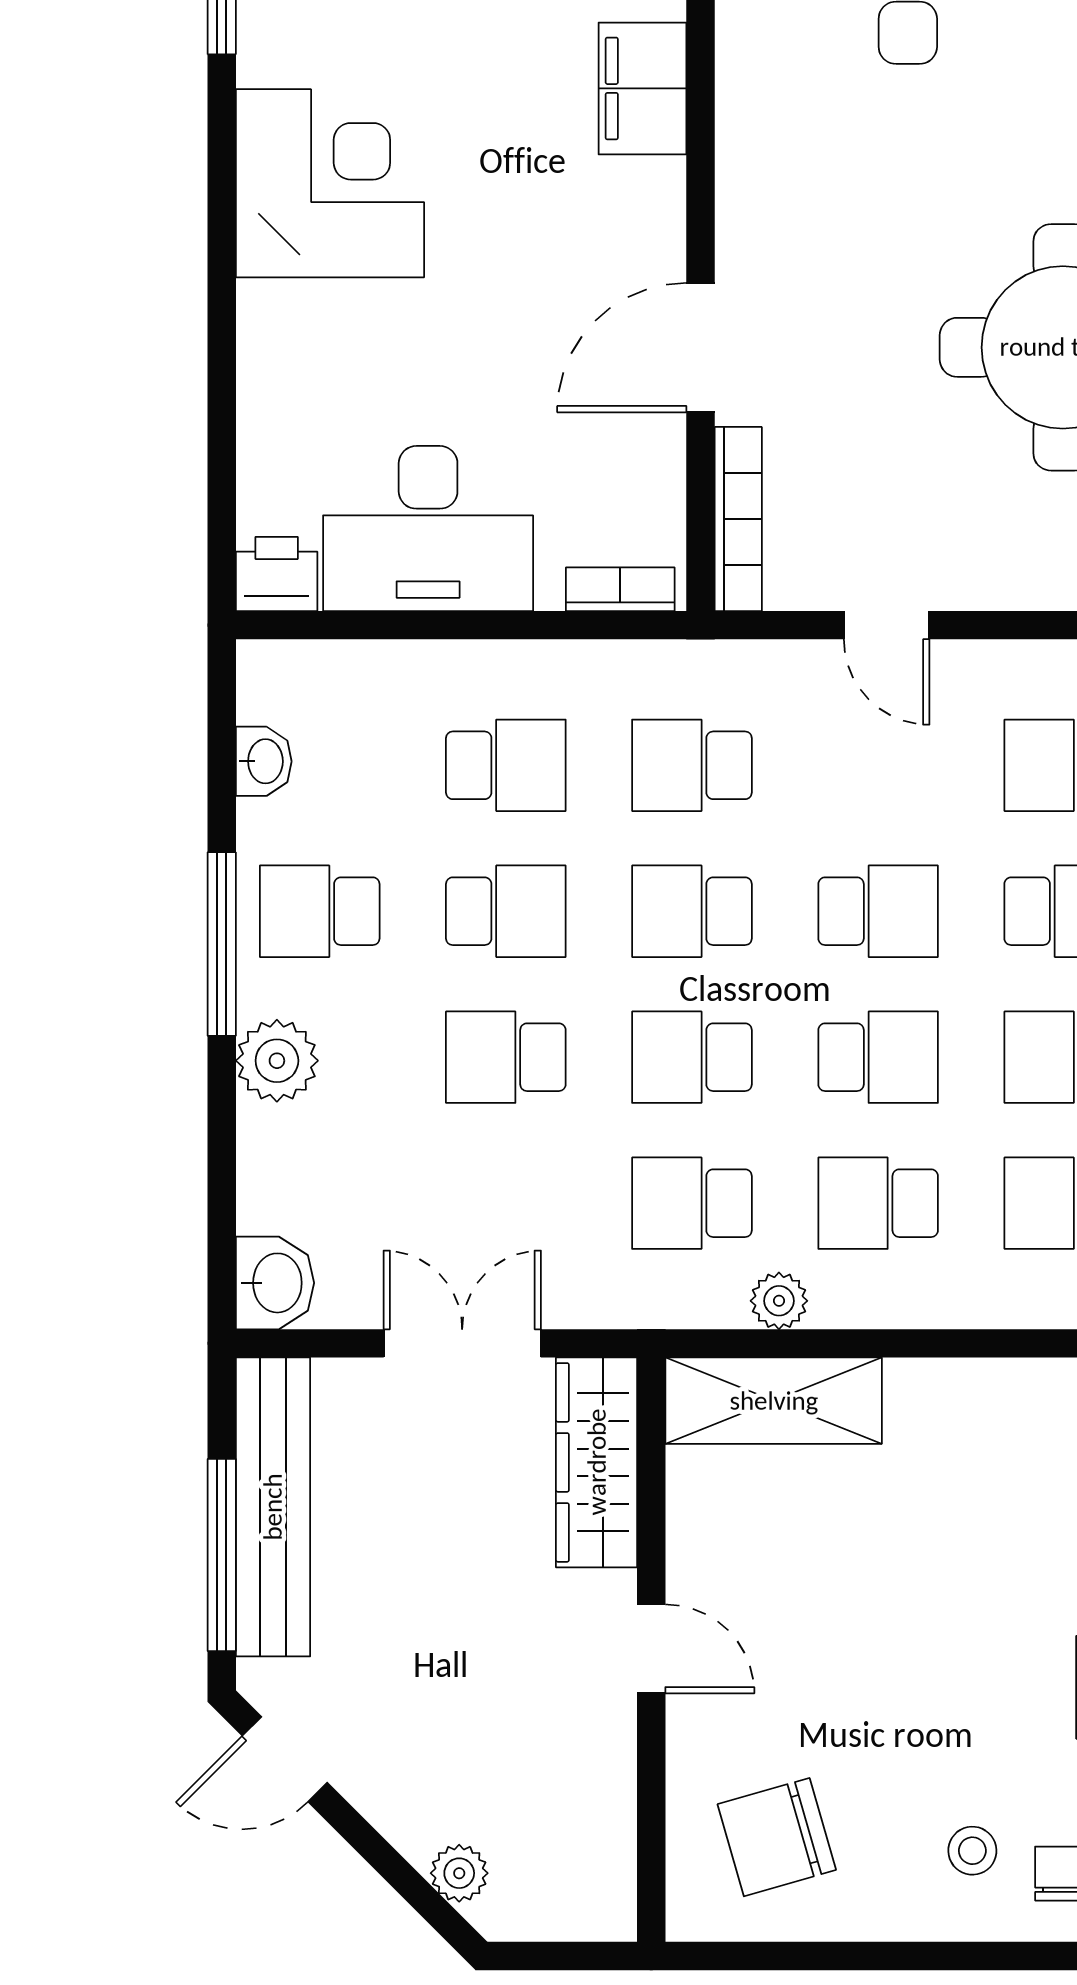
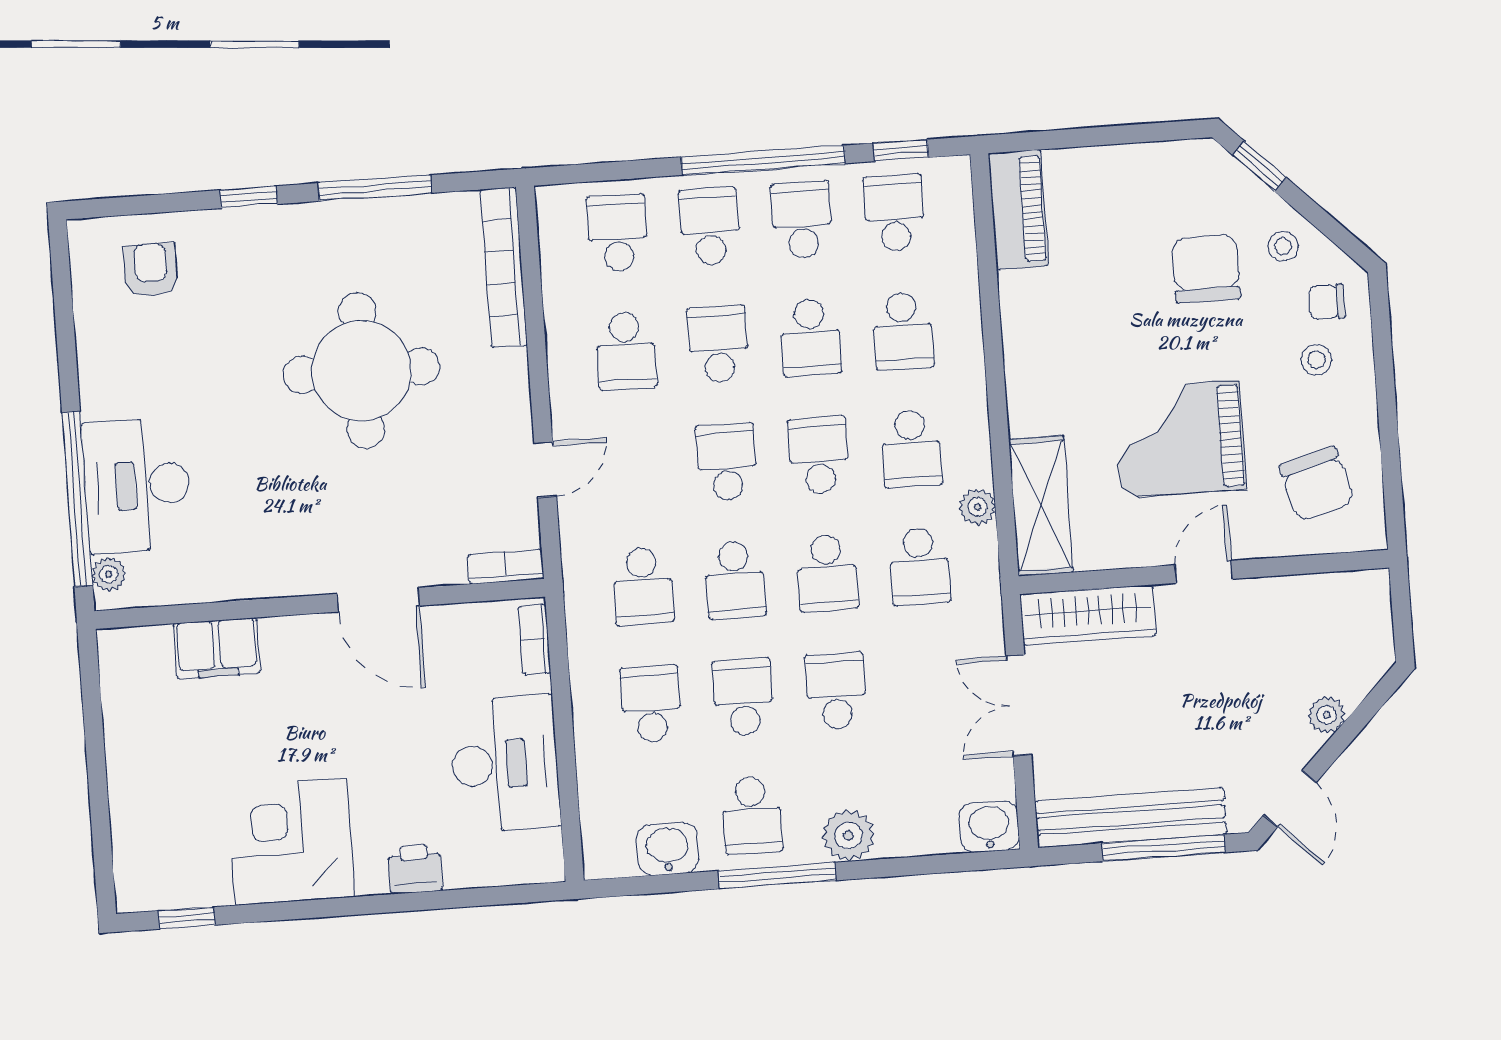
bookcase: (738, 519) -> (506, 567), width x0.64
printer: (277, 574) -> (415, 869), moved, turned 90
washbasin: (264, 761) -> (667, 849), width x1.38, depth x1.45
school desk: (506, 1057) -> (836, 691), turned 180
grand piano: (863, 1627) -> (1180, 439), added
plant: (459, 1873) -> (1327, 715), moved

